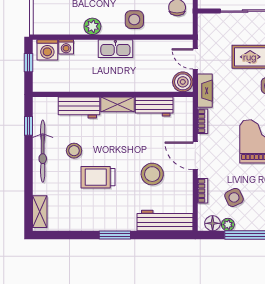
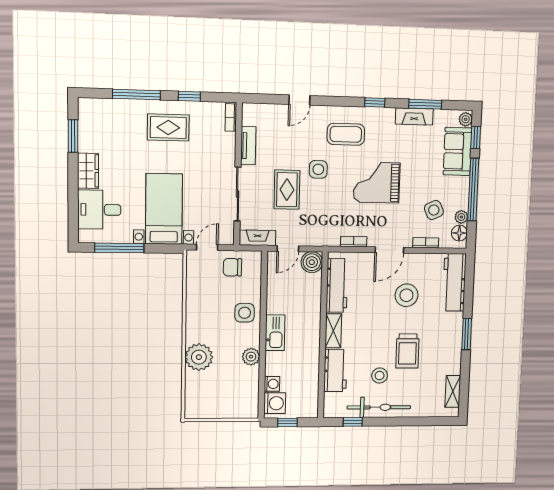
fireplace: (205, 91) -> (257, 238), moved
workbench: (154, 107) -> (337, 285), width x1.38
shelving: (40, 212) -> (453, 391), moved, turned 90

